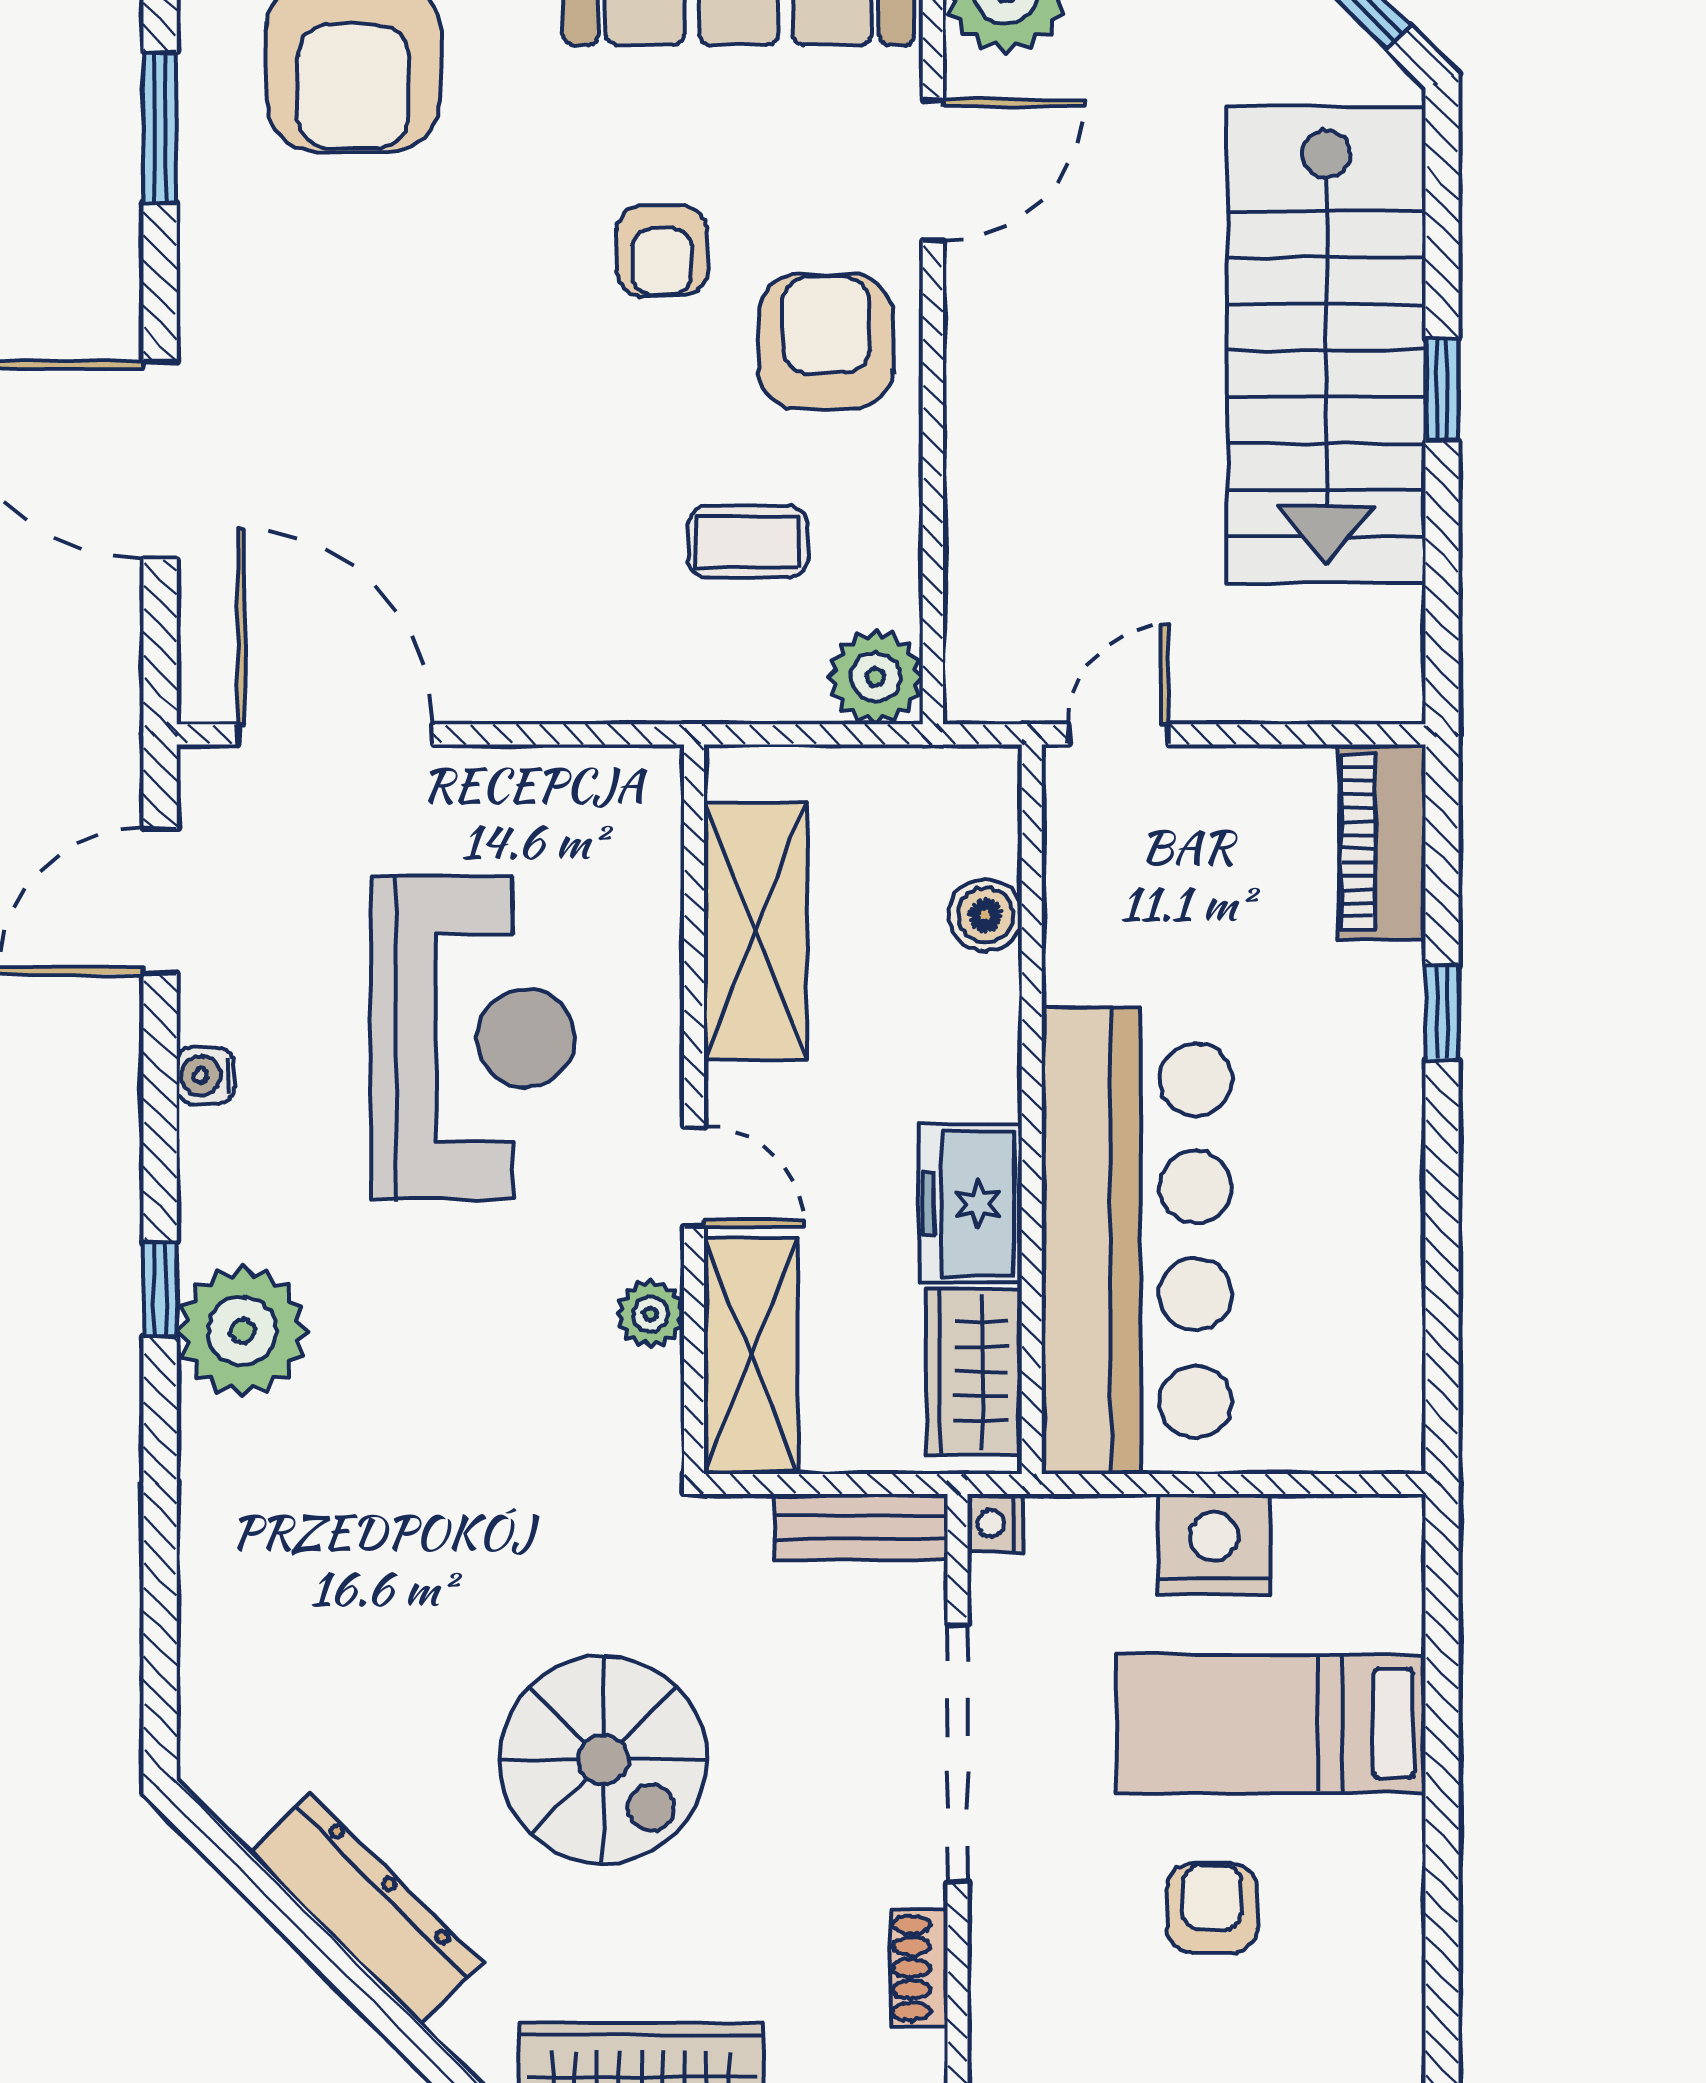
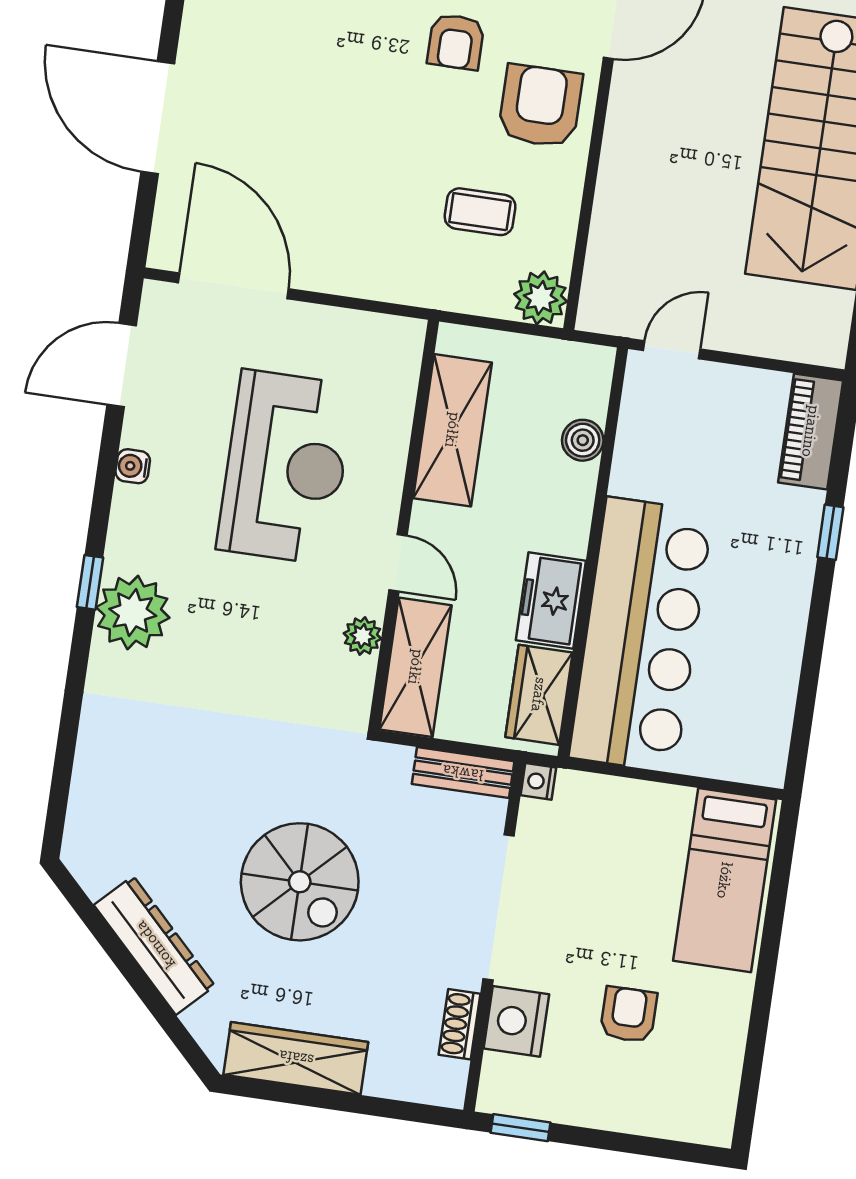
nightstand: (1214, 1544) -> (516, 1021), moved, turned -90
bed: (1271, 1724) -> (725, 880), moved, turned -90

